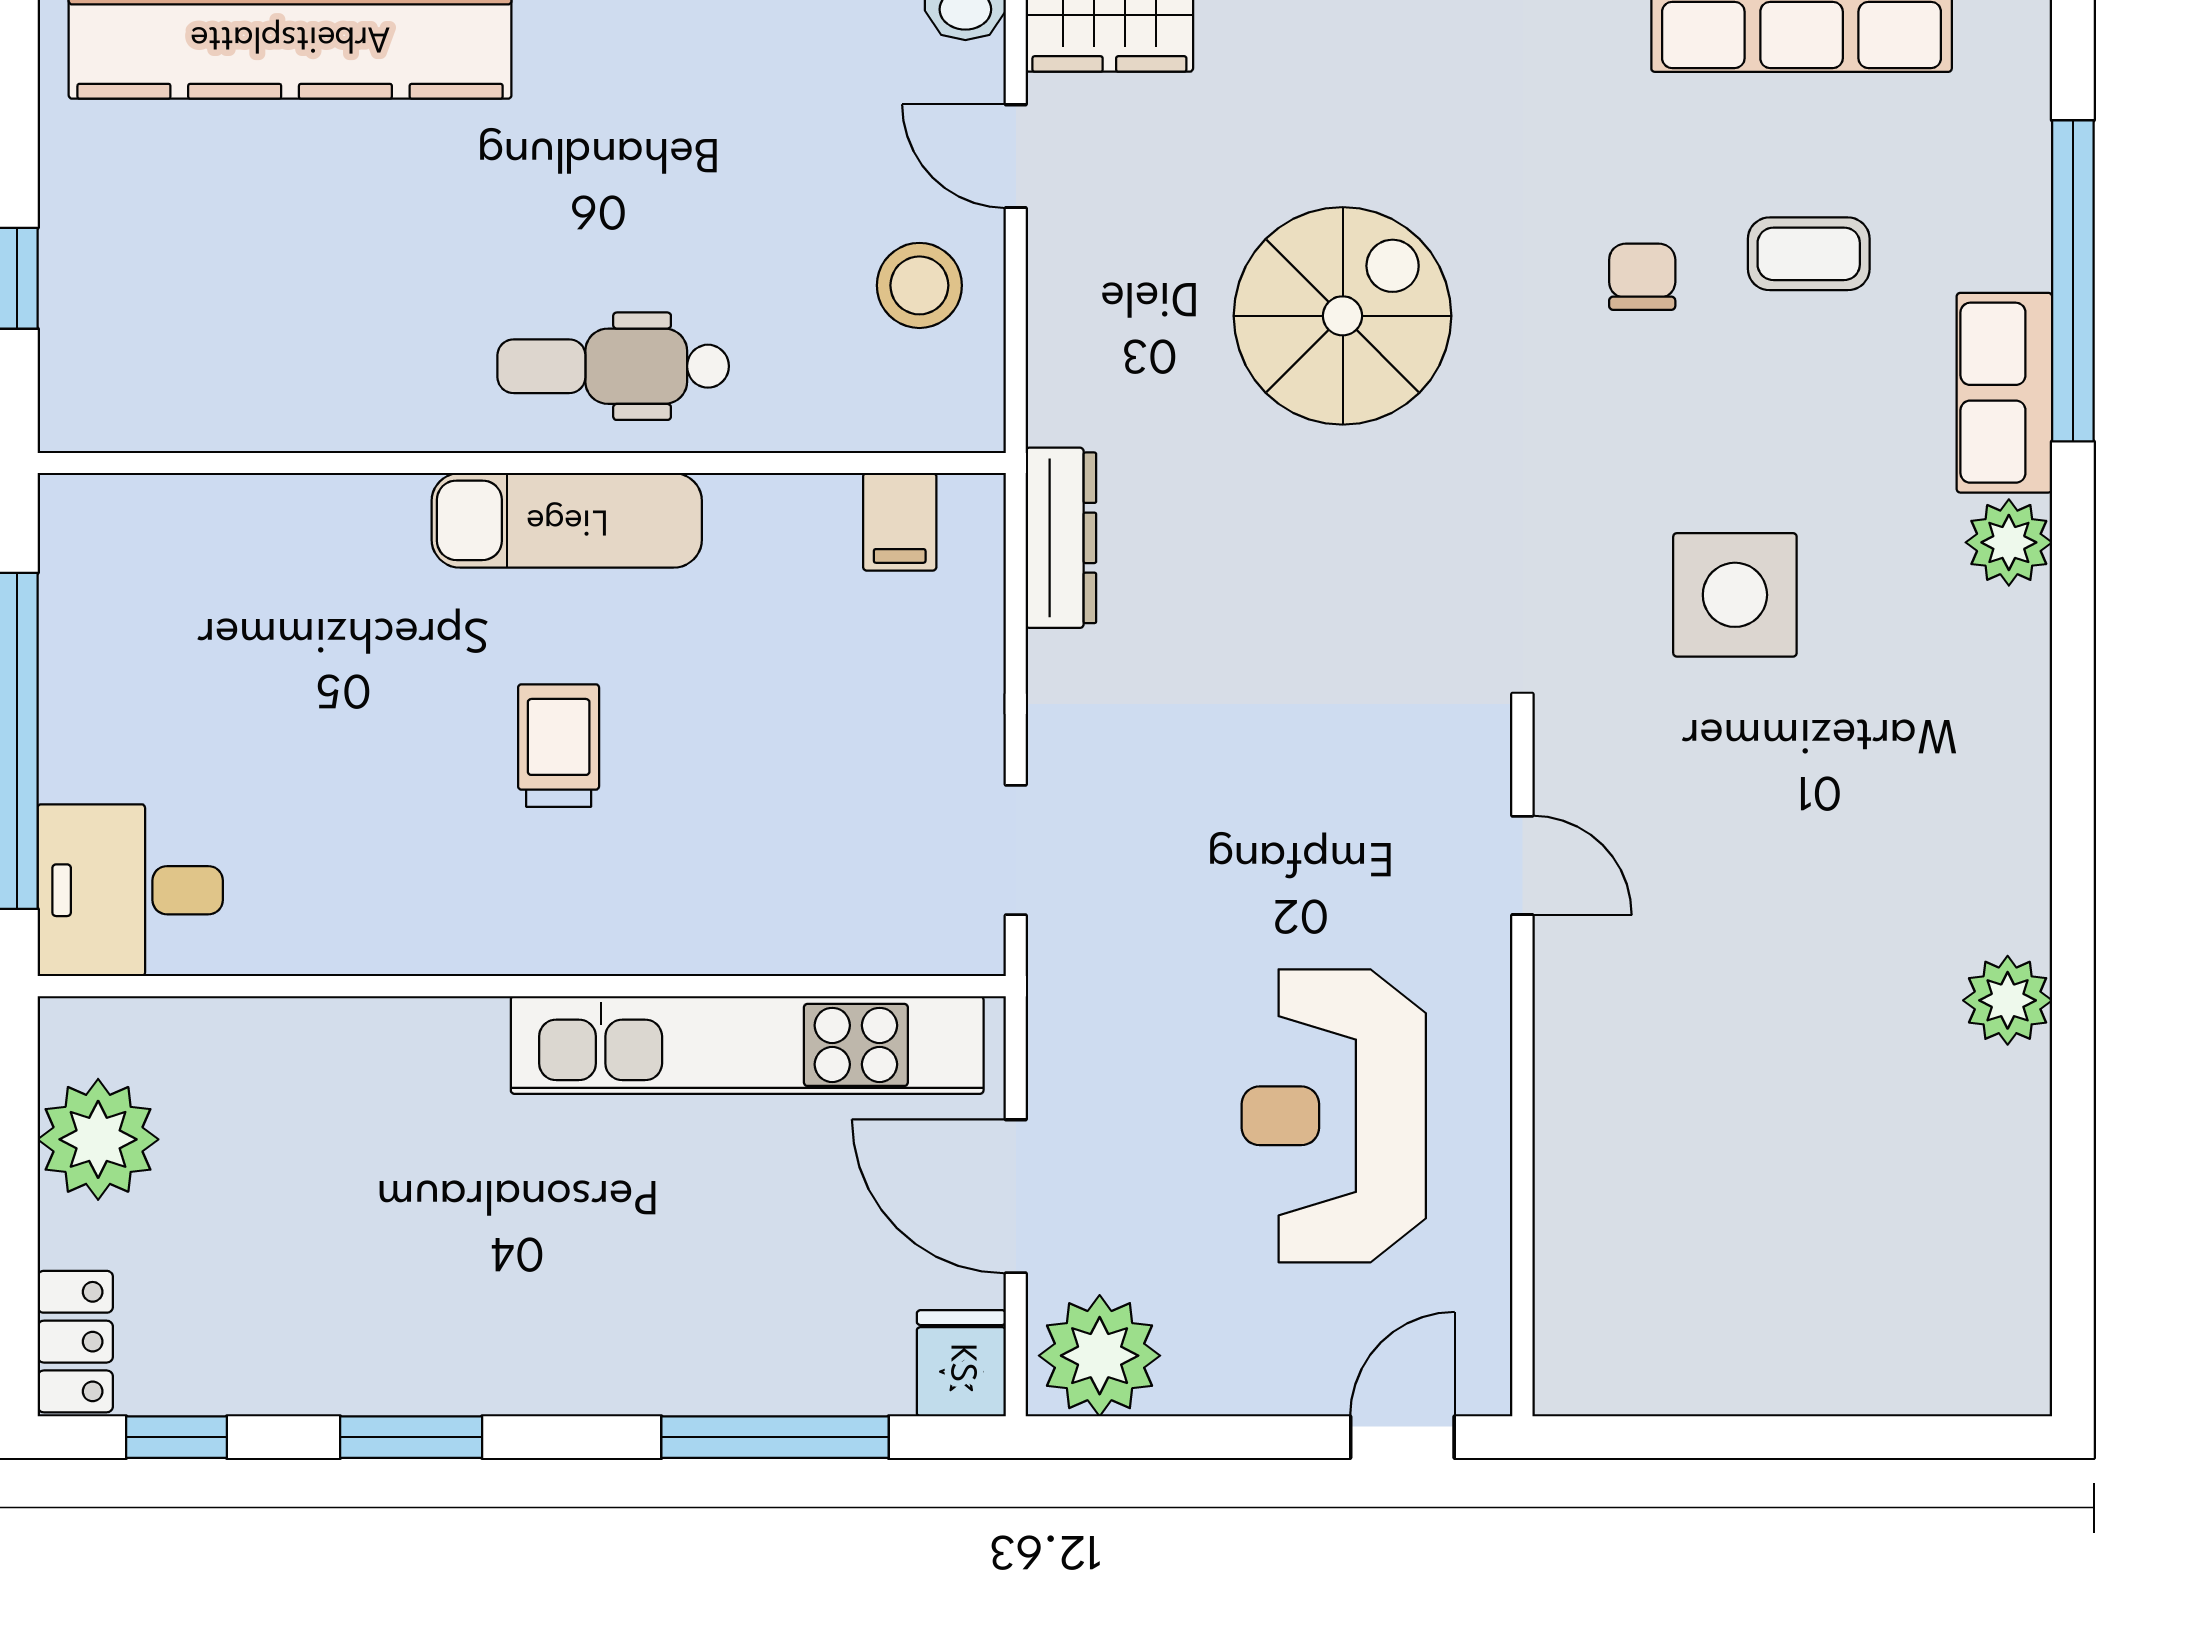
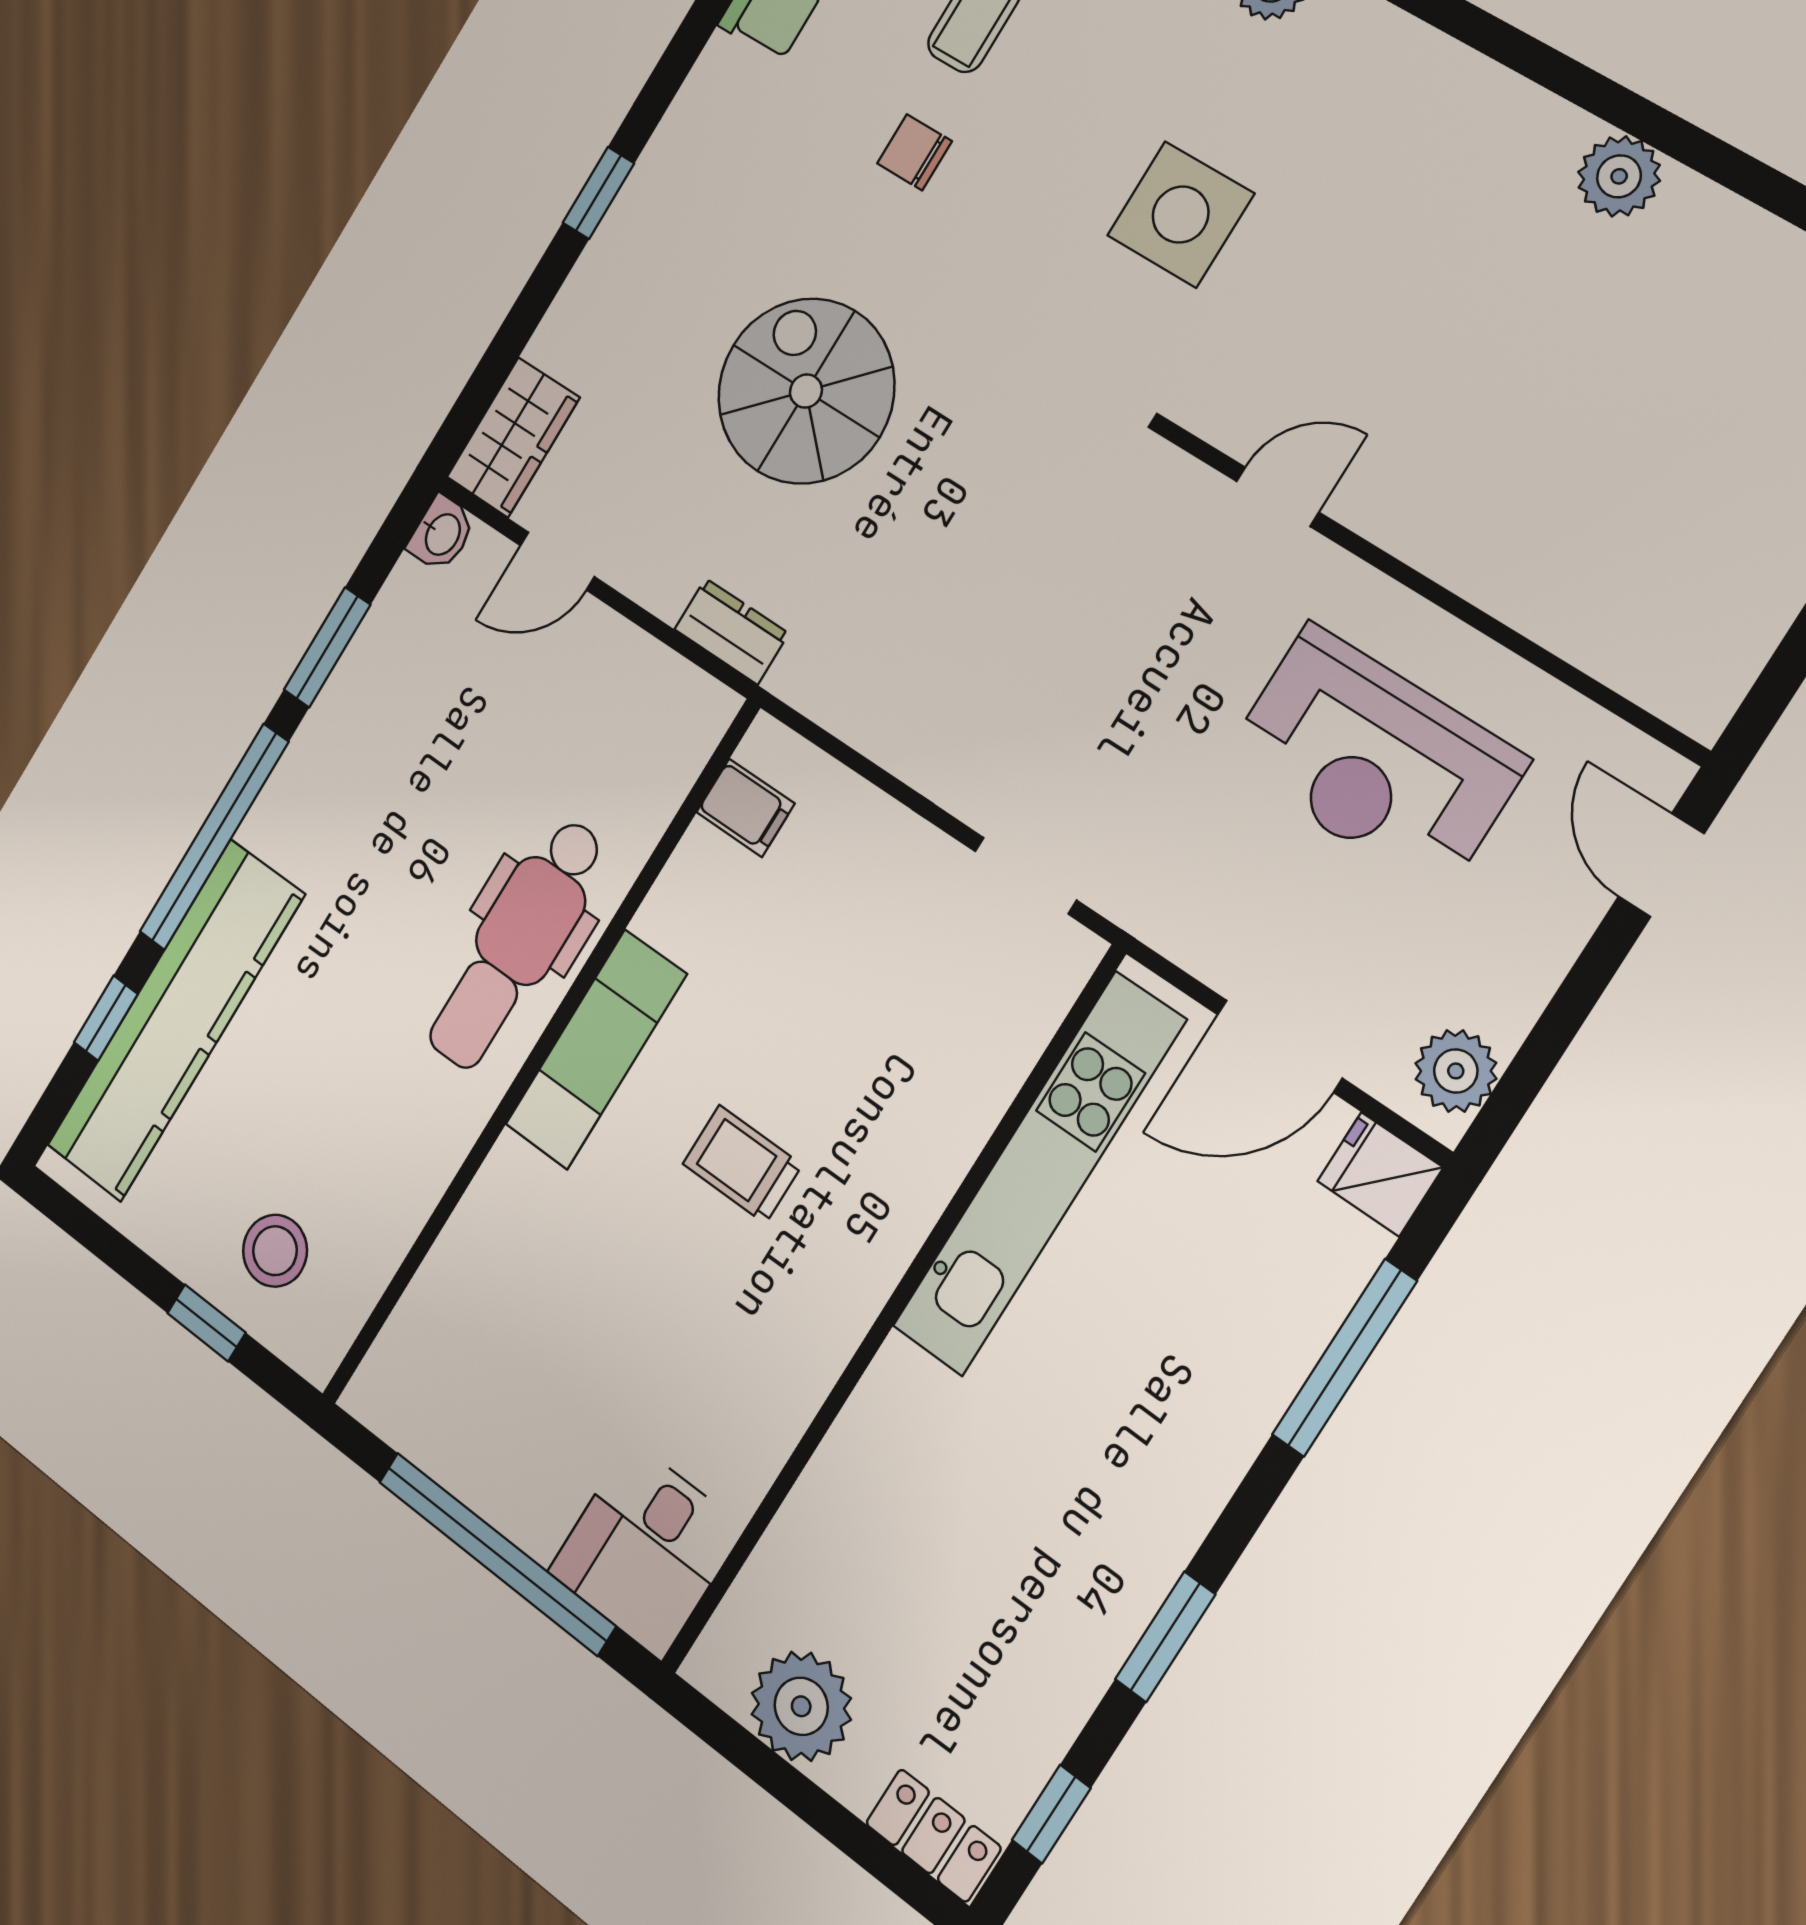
stool: (919, 285) -> (275, 1251), moved
dental chair: (613, 366) -> (517, 944), width x1.36, depth x1.38
dresser: (1061, 538) -> (731, 631), moved, width x0.70
plant: (1100, 1356) -> (1456, 1071), width x0.73, depth x0.73

